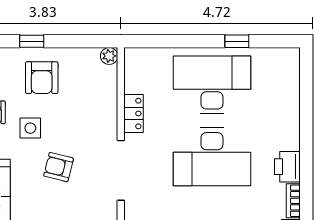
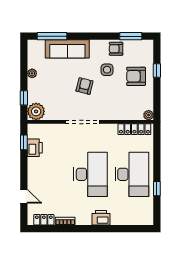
locker: (133, 113) -> (134, 129), moved, width x1.53
desk: (212, 157) -> (90, 174), turned 180
printer: (287, 167) -> (101, 218), moved

